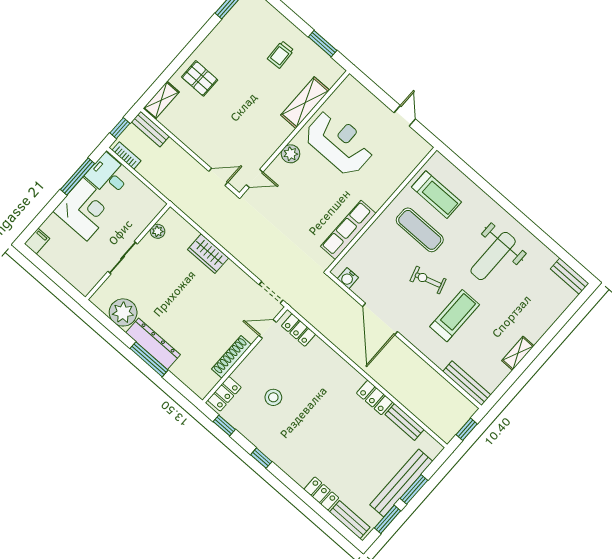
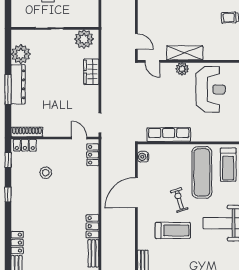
shelving: (305, 103) -> (185, 53), moved
exercise mat: (420, 230) -> (202, 172), width x1.36, depth x1.45
plant: (158, 231) -> (84, 39), width x1.87, depth x1.87
shoe rack: (231, 357) -> (27, 132), moved

